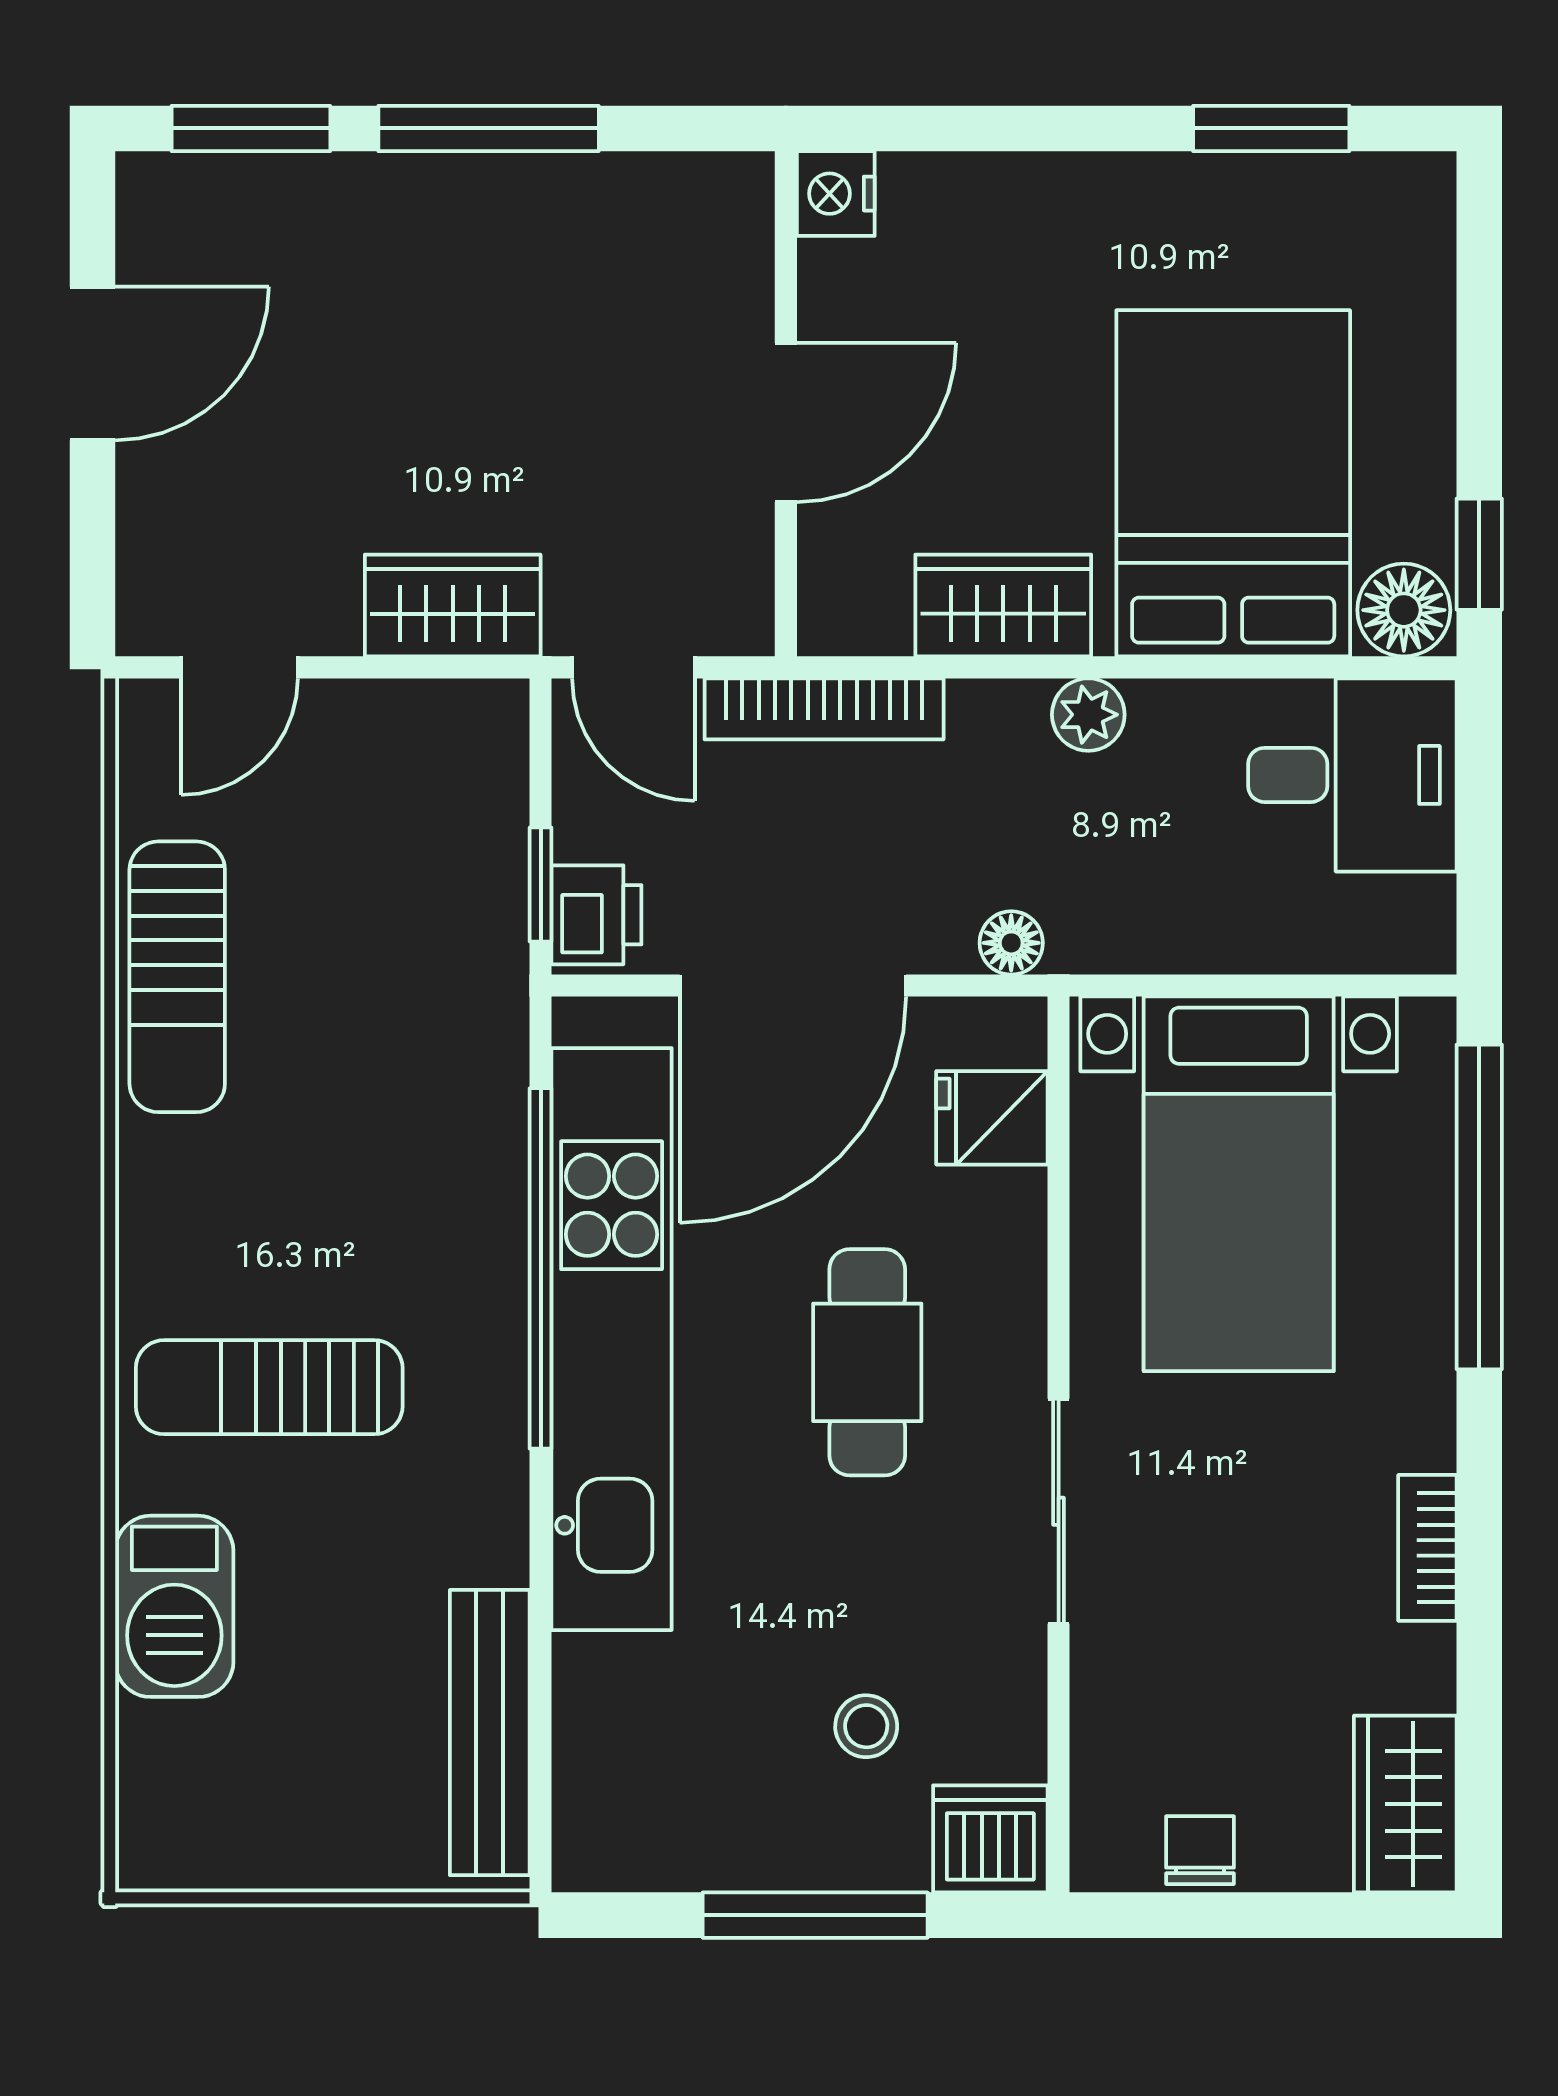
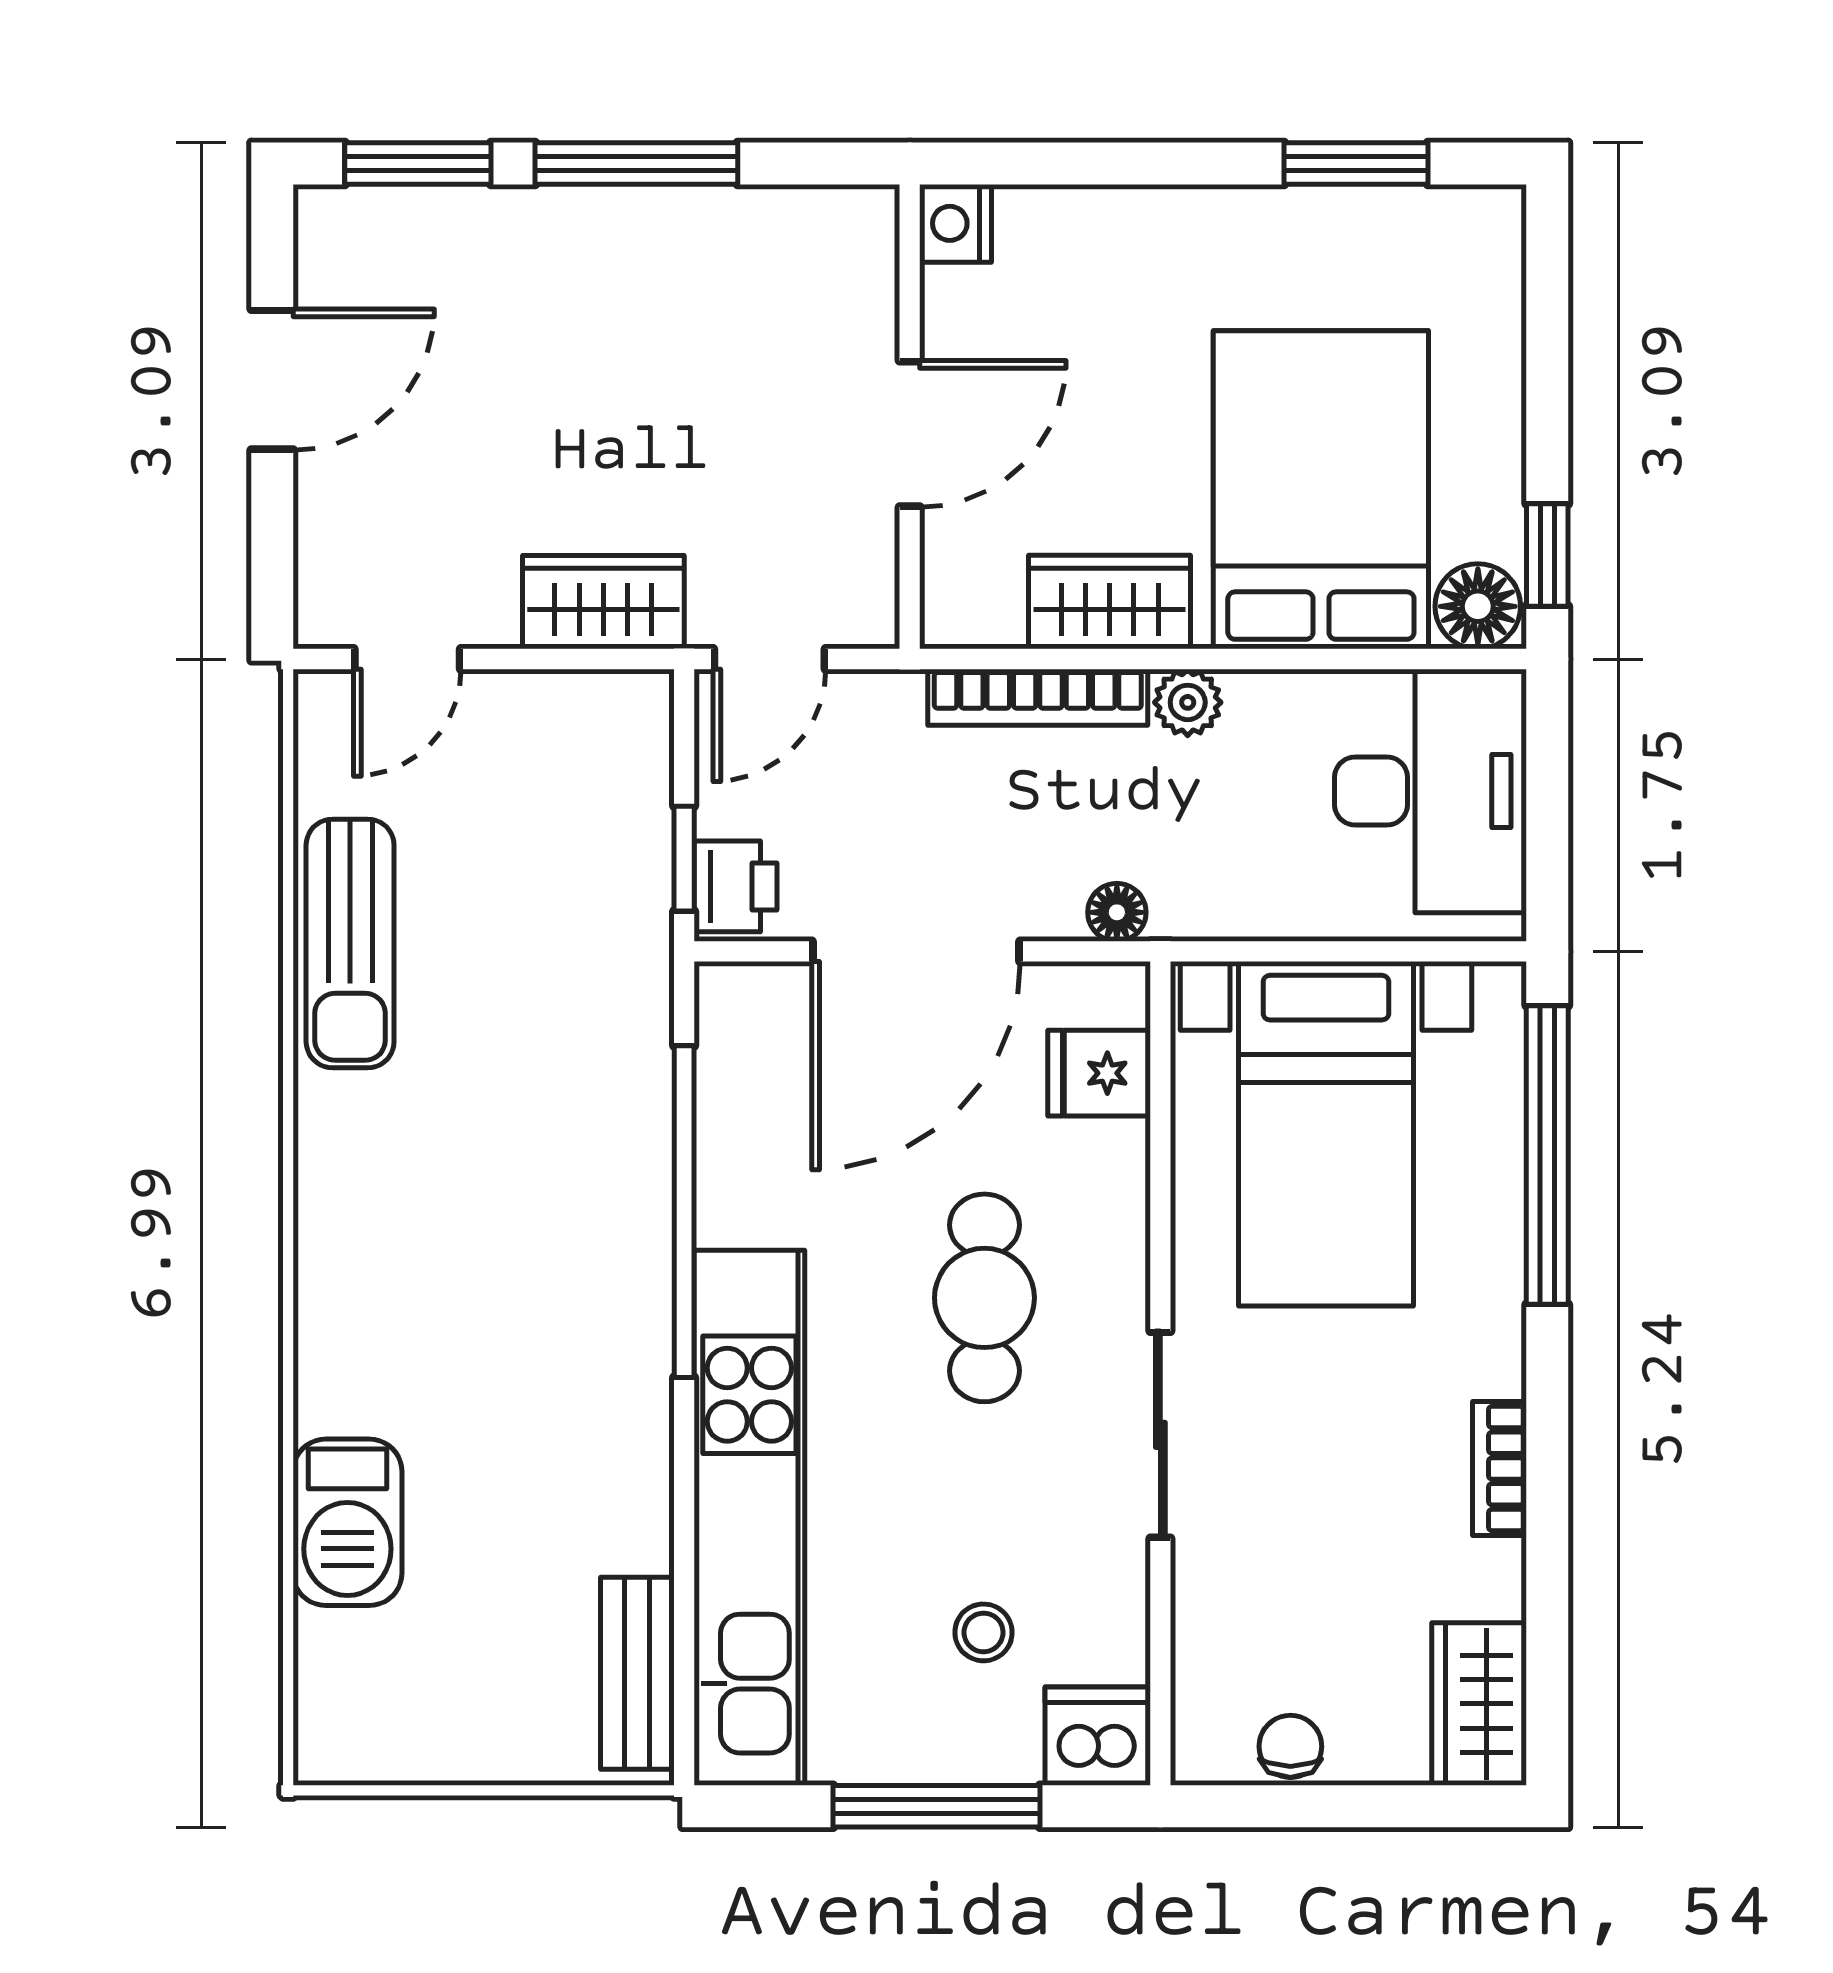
door: (633, 667) -> (769, 659), hinge flipped
bookcase: (824, 709) -> (1038, 697), moved
desk: (1352, 775) -> (1430, 791), width x1.37
kitchen unit: (612, 1339) -> (749, 1518), moved
sun lounger: (269, 1387) -> (435, 1321), removed
bench: (490, 1733) -> (637, 1673), width x0.73

